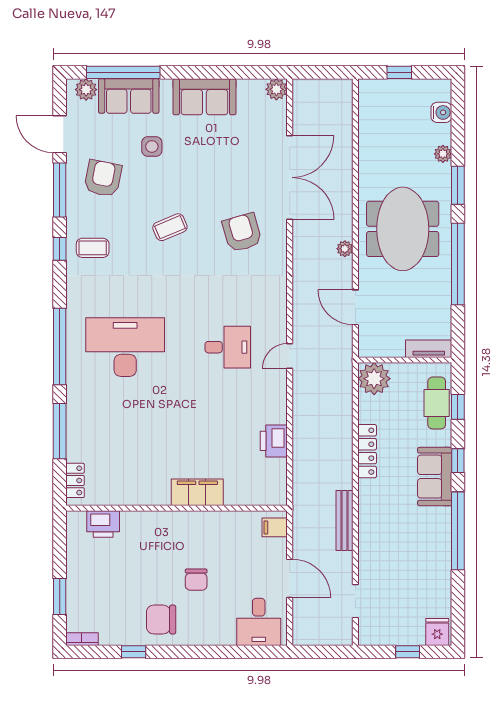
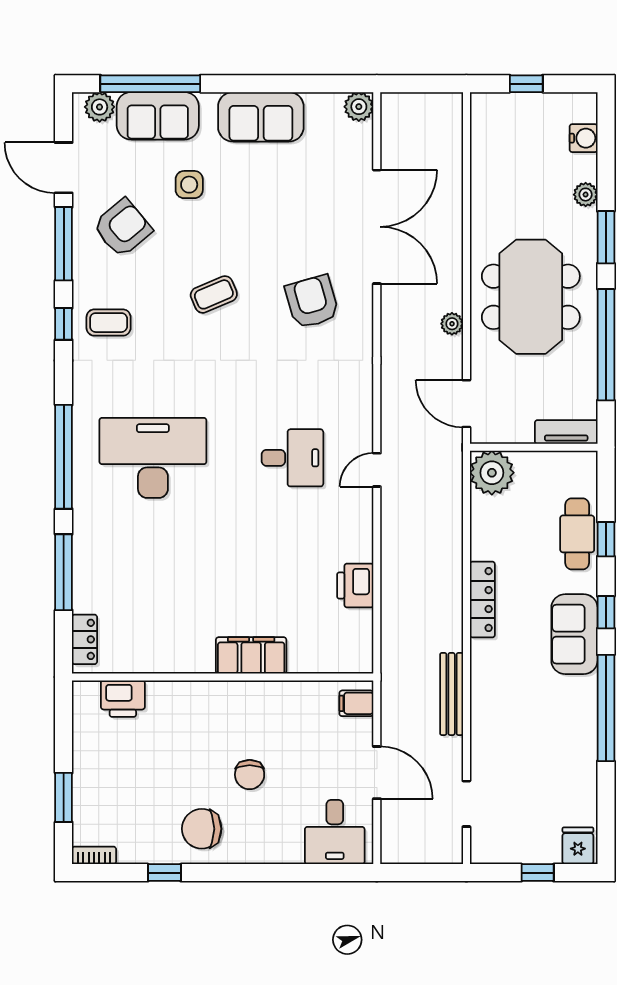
armchair: (103, 178) -> (123, 228), turned 39
tv unit: (429, 349) -> (566, 432), moved
wall: (405, 360) -> (534, 447), moved
plant: (374, 379) -> (492, 473), moved

